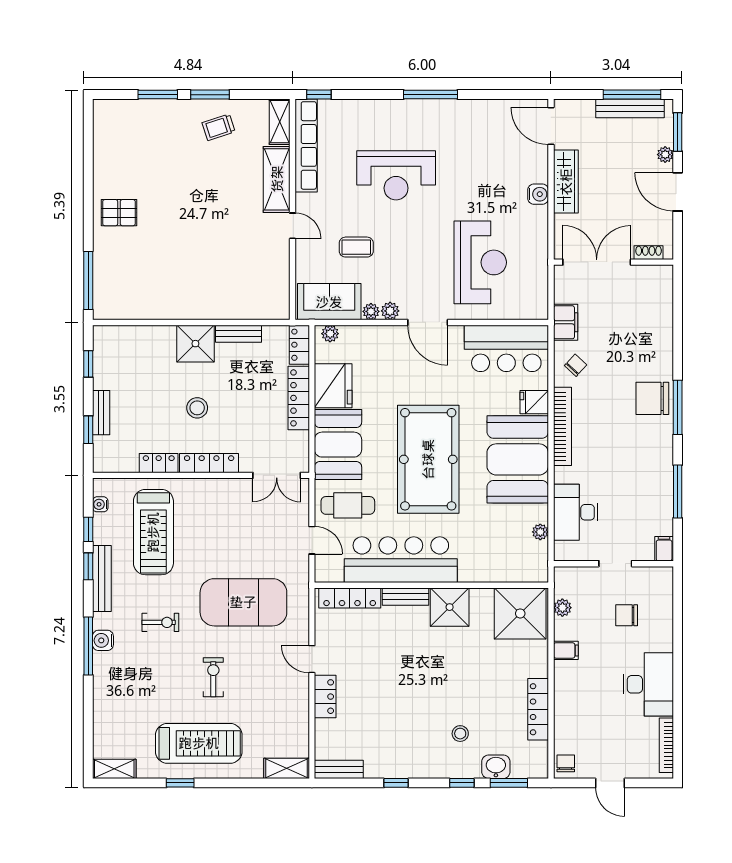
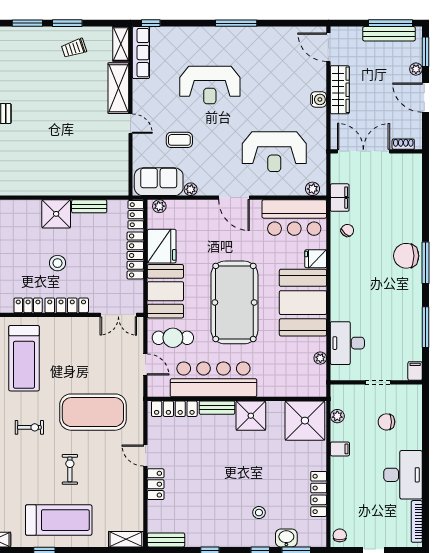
row of seats: (306, 145) -> (141, 53), width x0.73
reception desk: (480, 262) -> (274, 152), turned 90
plant: (390, 311) -> (313, 189), moved
bookcase: (562, 426) -> (337, 277), removed

